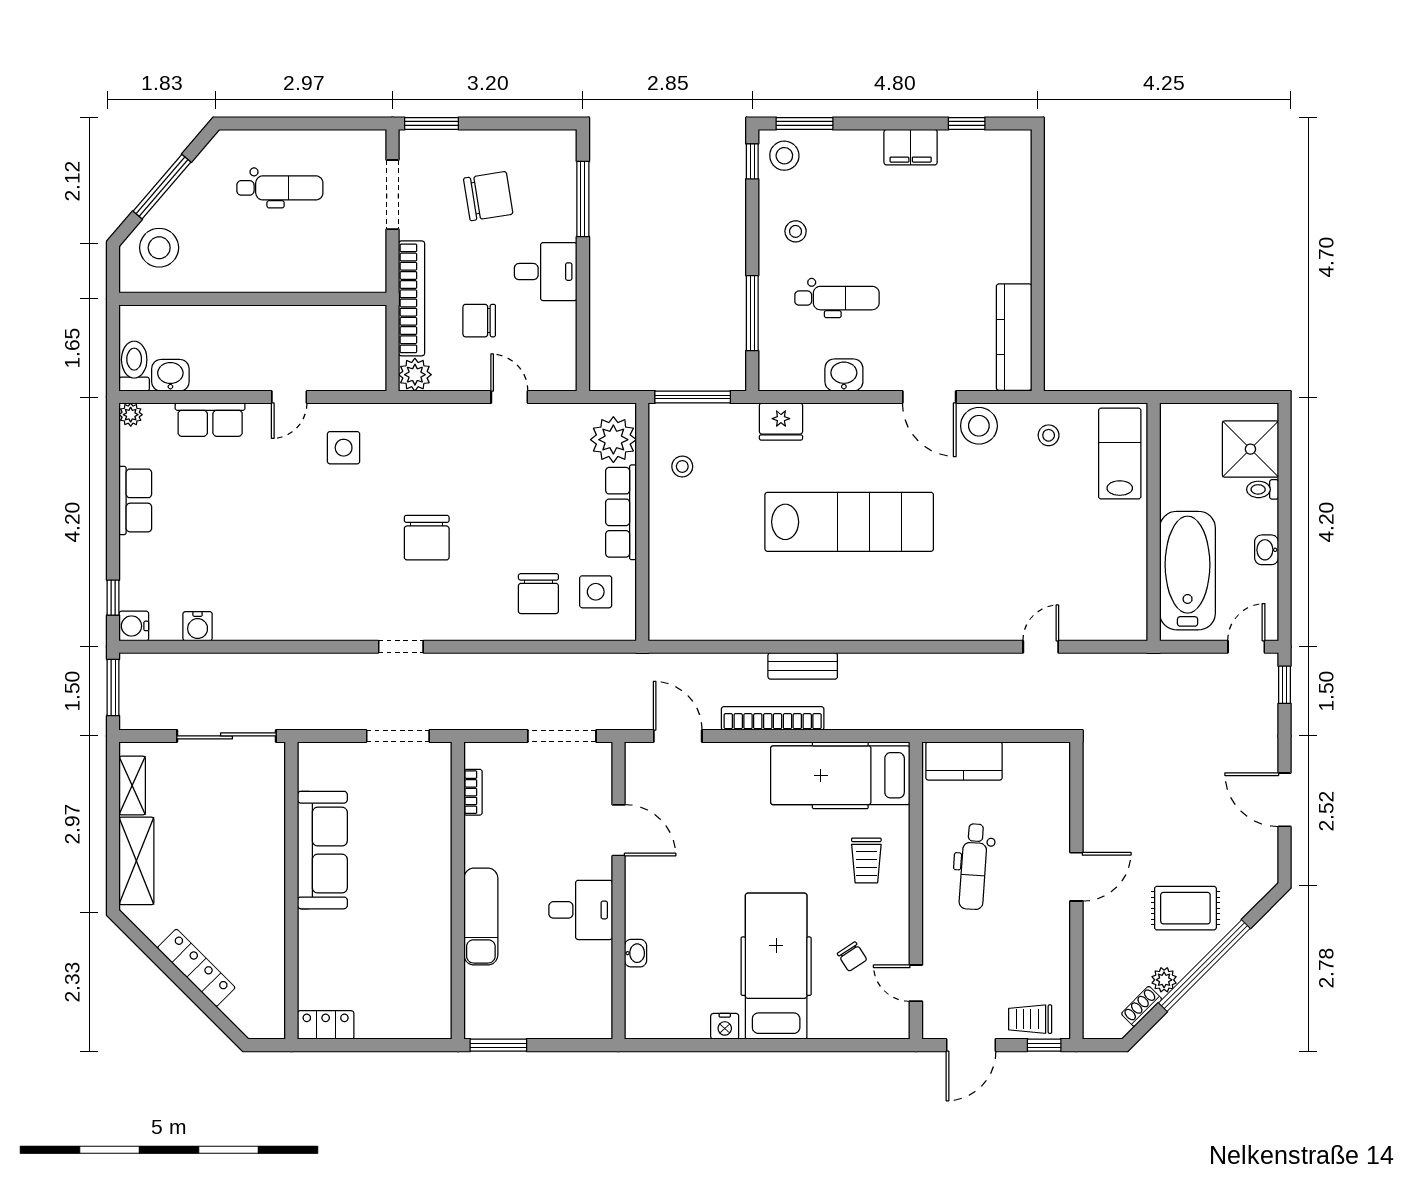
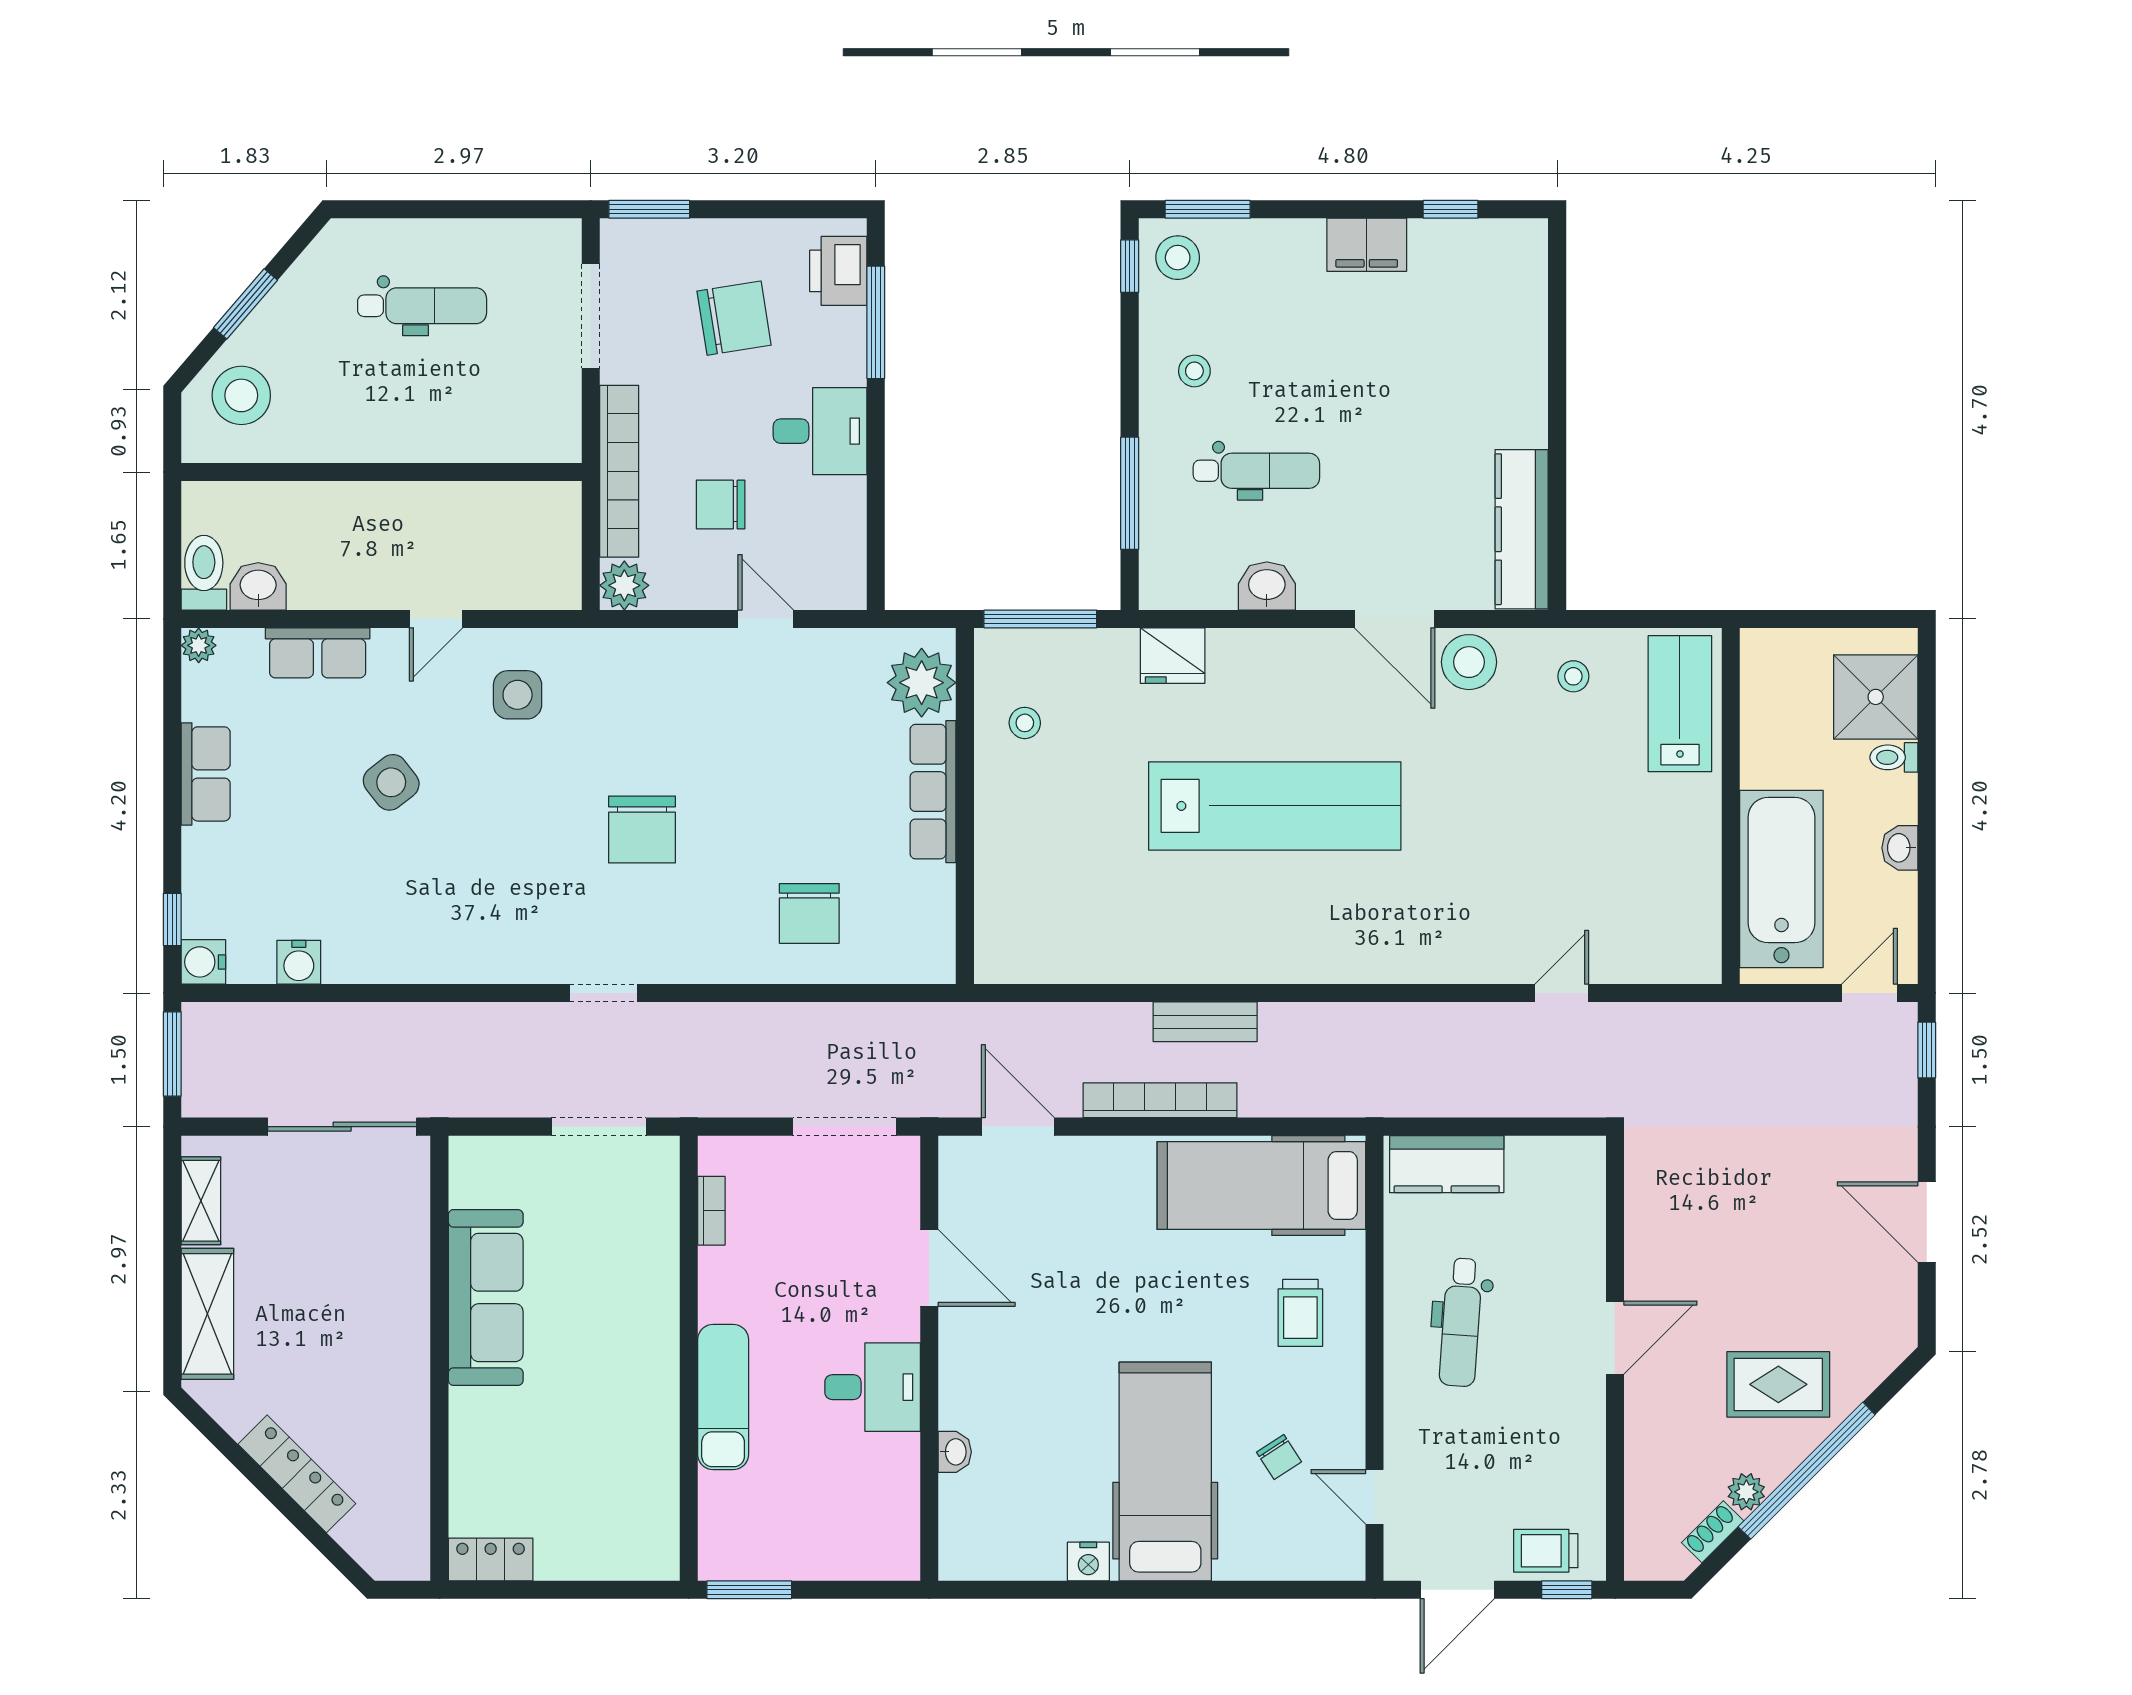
printer: (558, 165) -> (838, 271), added
window: (162, 187) -> (245, 304), width x0.69
side table: (596, 592) -> (391, 782), moved, turned -38

